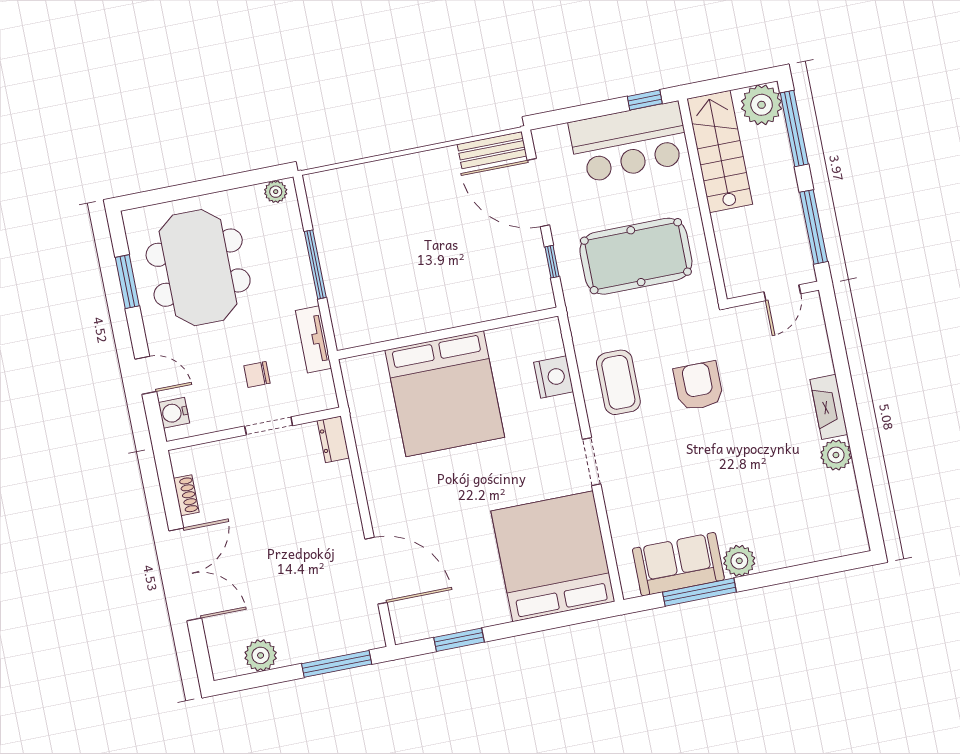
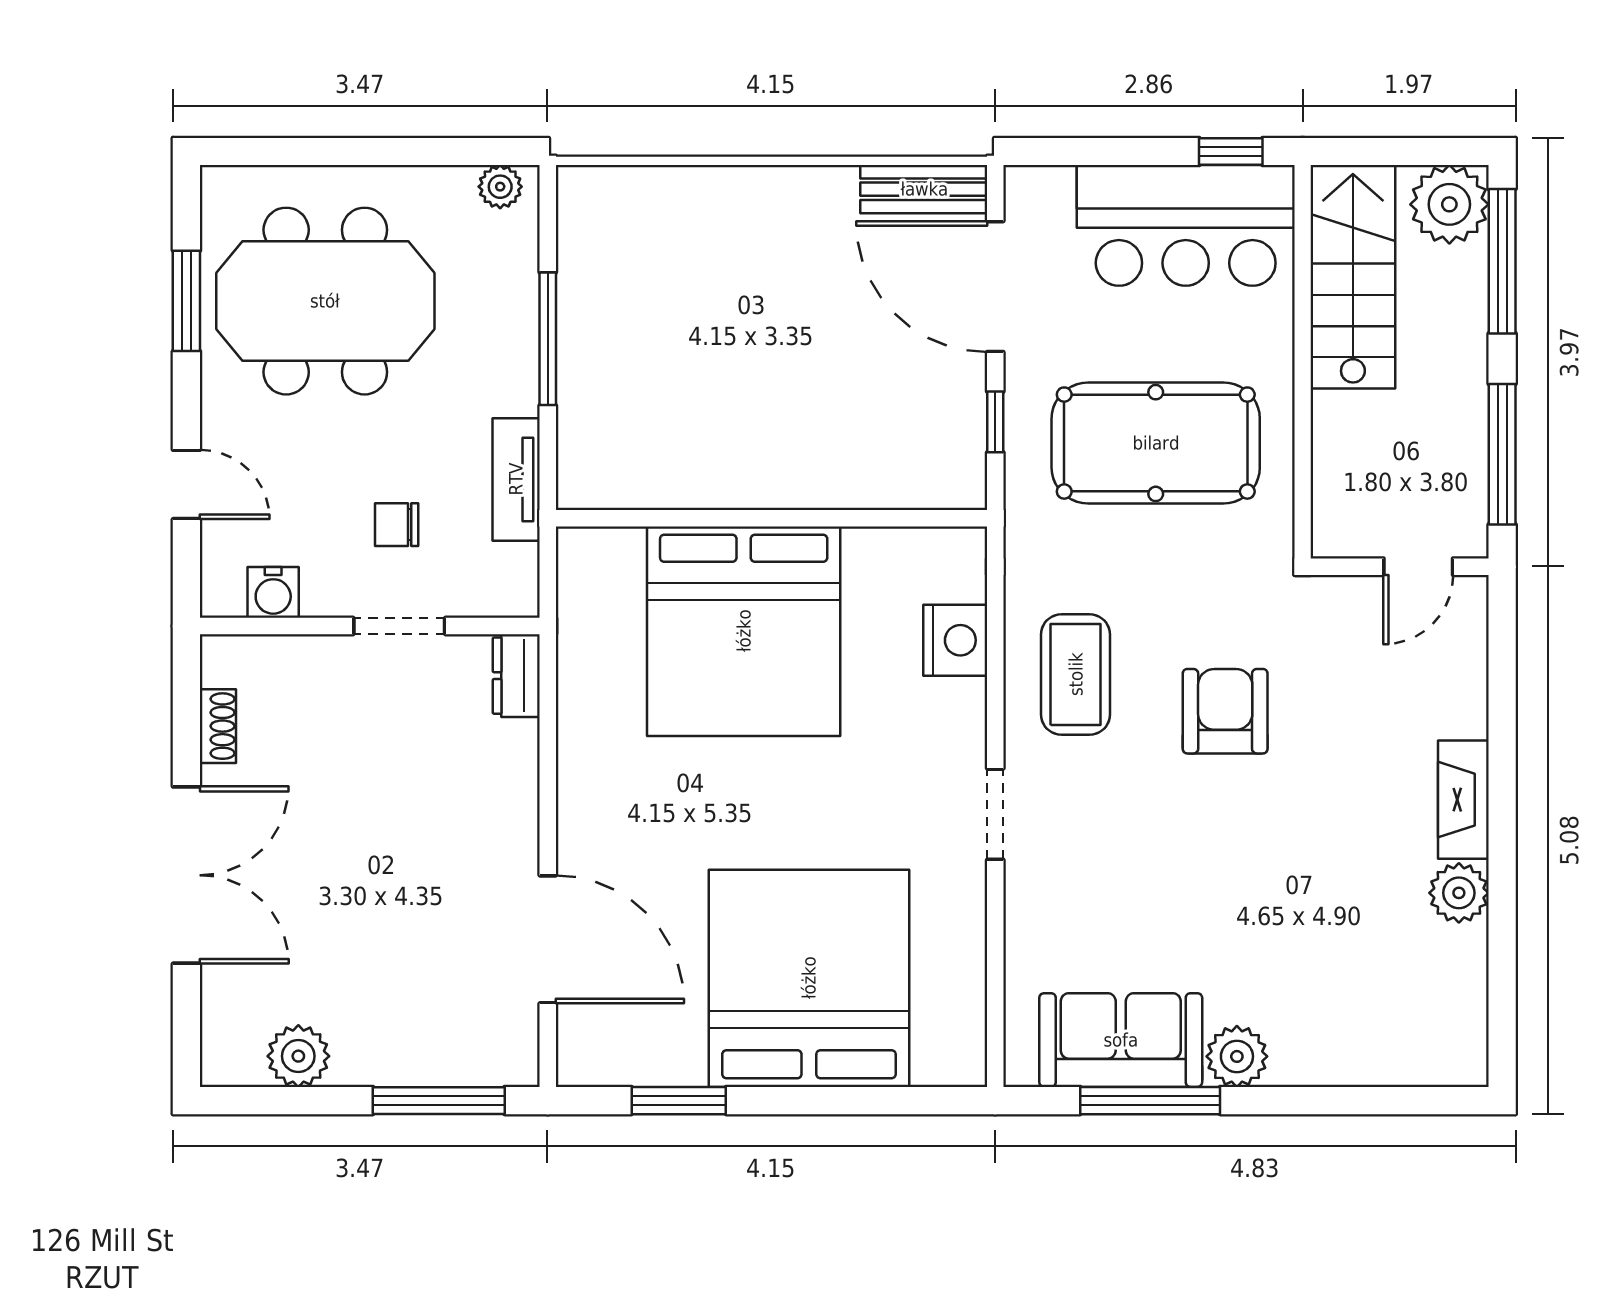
meeting table: (198, 268) -> (325, 301), turned 90
water cooler: (174, 413) -> (273, 592), moved, turned -90
bed: (553, 556) -> (809, 978), moved

